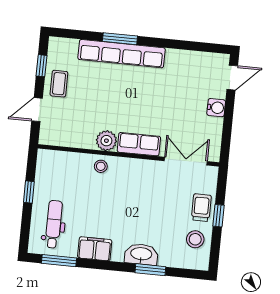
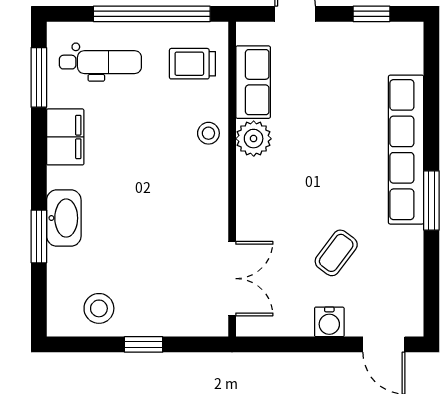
window: (120, 39) -> (431, 201), moved
coffee table: (59, 84) -> (336, 253), moved, turned -53
row of seats: (139, 144) -> (253, 82), moved
window: (29, 192) -> (152, 14), width x3.17
trolley: (201, 208) -> (192, 64), moved, turned 180

